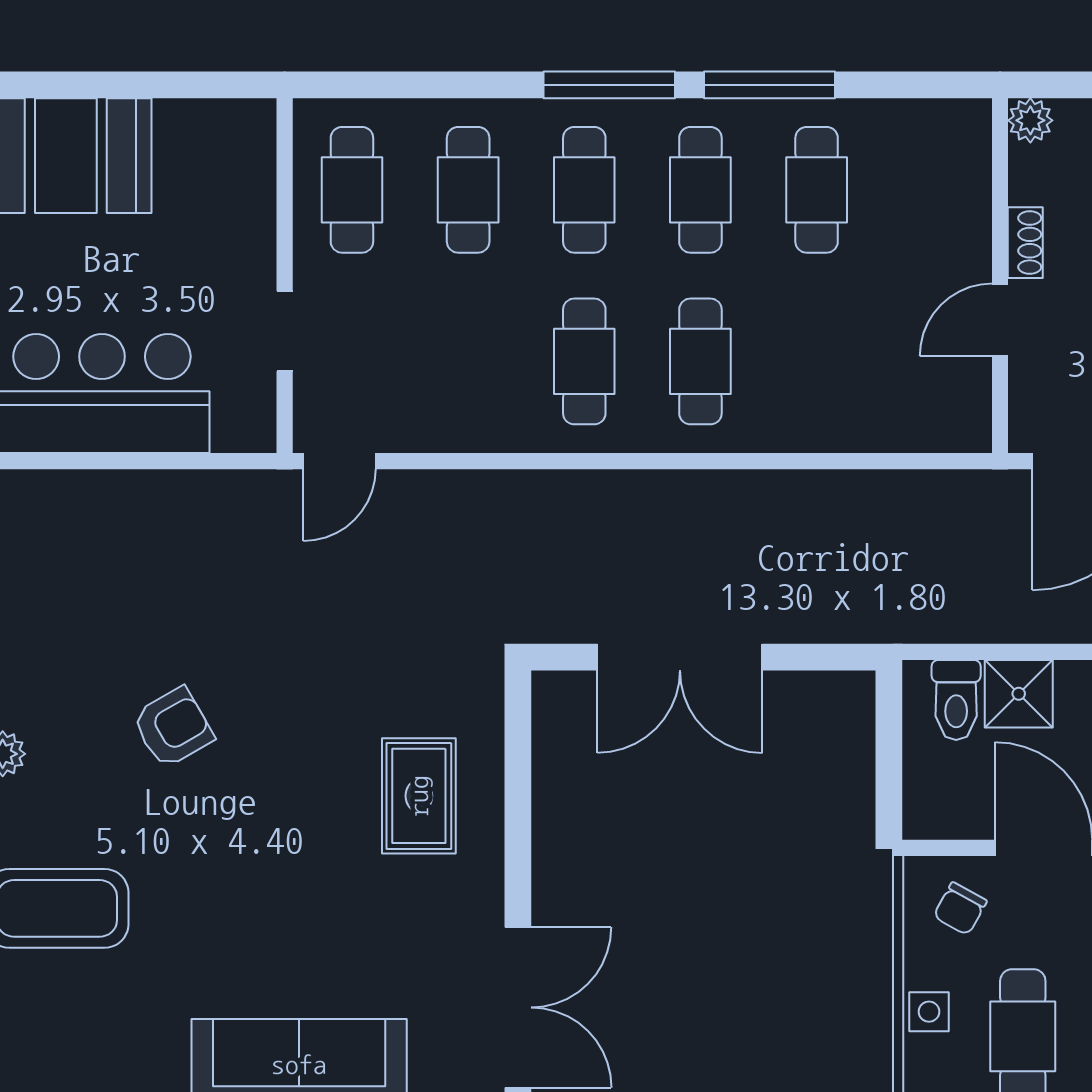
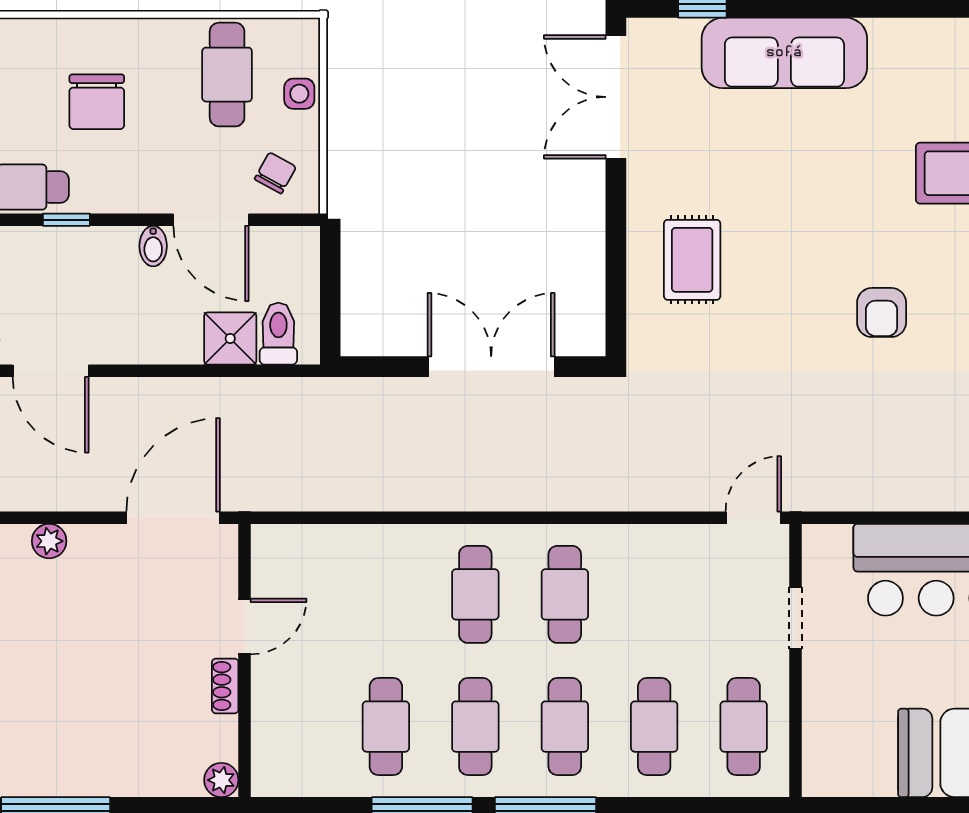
armchair: (173, 727) -> (882, 312), turned -60

